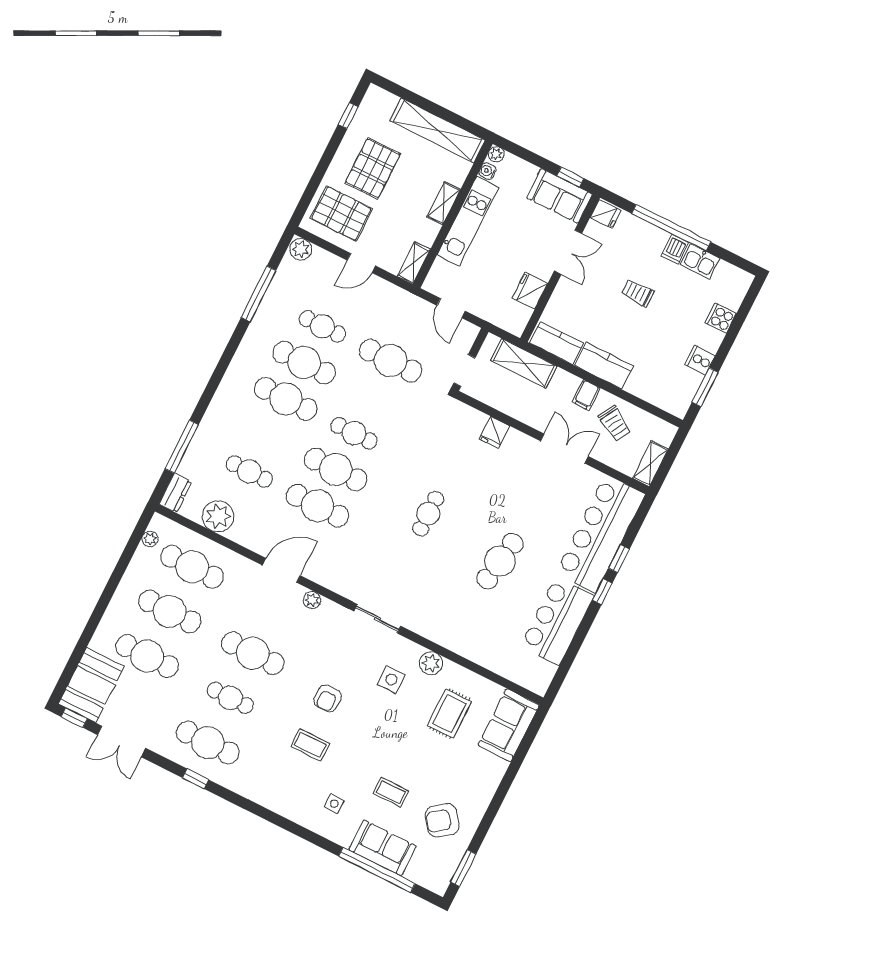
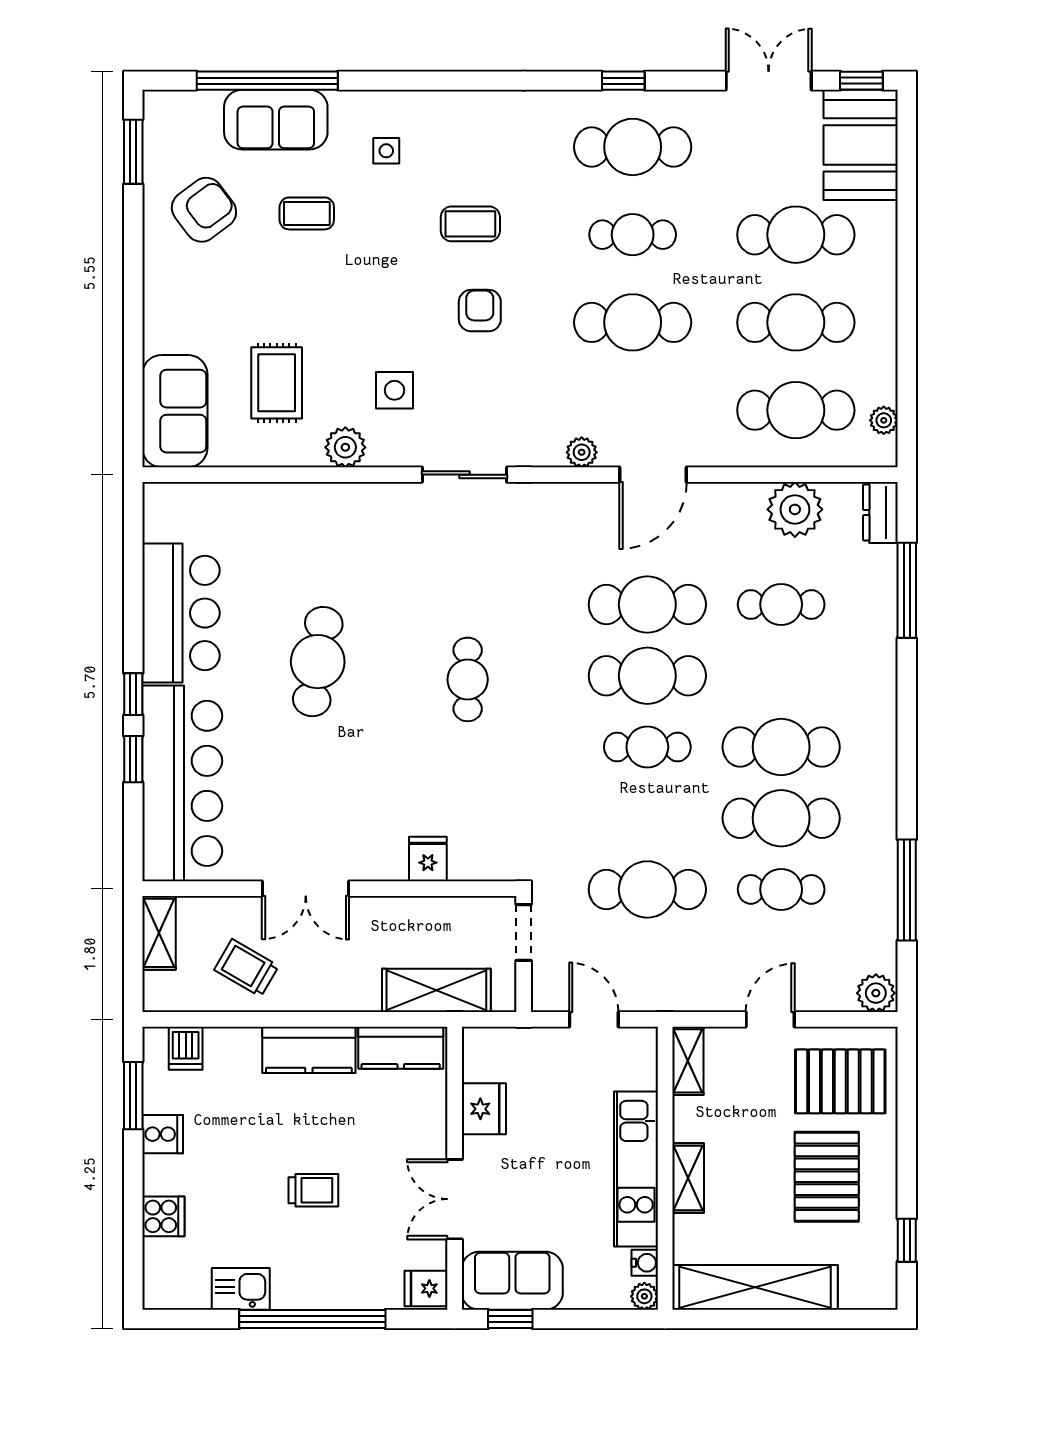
dishwasher: (675, 249) -> (186, 1048), moved, turned 180
filing cabinet: (586, 395) -> (313, 990), removed

